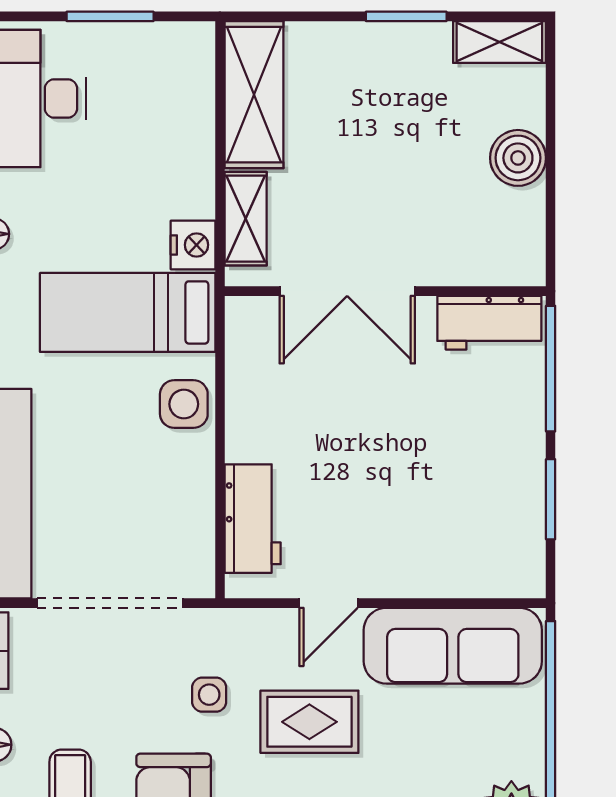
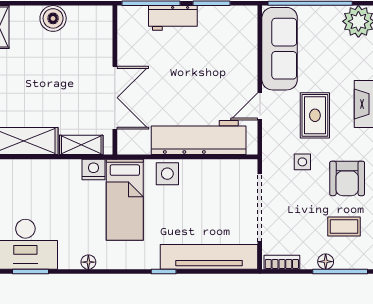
workbench: (489, 323) -> (173, 18), moved, turned 90
workbench: (253, 519) -> (199, 137), width x1.88, depth x1.32
door: (329, 603) -> (260, 106), swing flipped

